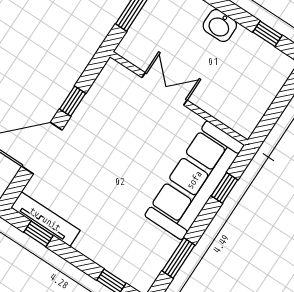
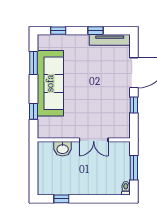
washbasin: (220, 25) -> (63, 149), moved, turned 180
sofa: (194, 180) -> (50, 83), moved
window: (39, 234) -> (95, 31), moved

